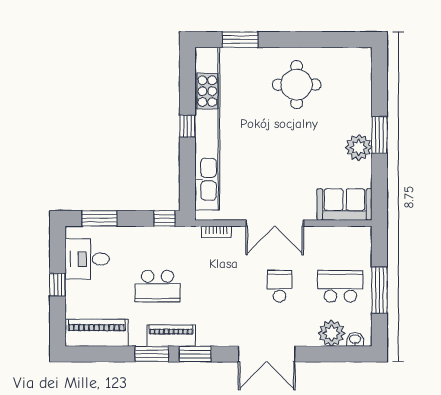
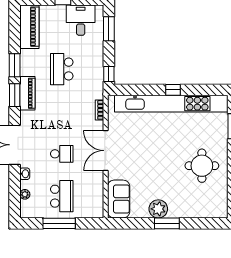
plant: (332, 333) -> (25, 194), width x0.53, depth x0.53
piano: (171, 336) -> (27, 93), moved
washbasin: (355, 339) -> (25, 174), moved

